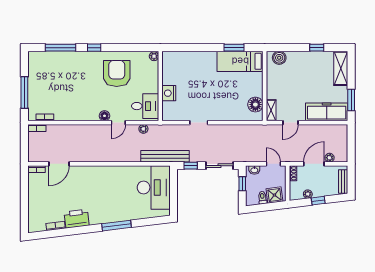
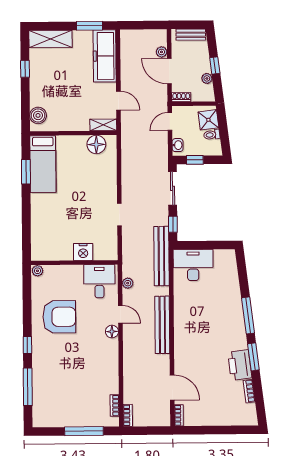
armchair: (117, 73) -> (59, 317), turned 180
bench: (110, 156) -> (162, 325), added
desk: (154, 187) -> (193, 265), width x0.73, depth x0.77
window: (83, 230) -> (253, 357), added

